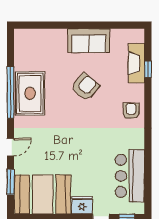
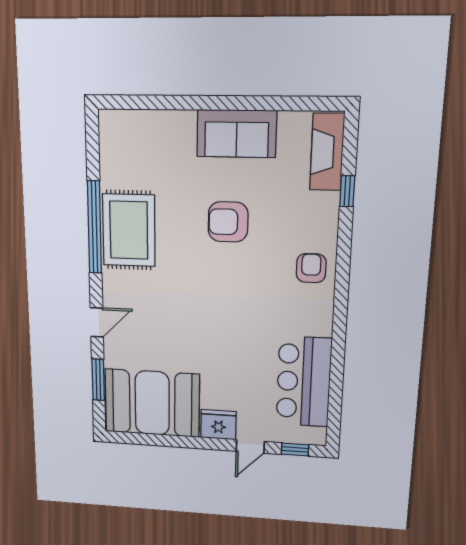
fireplace: (136, 63) -> (327, 152), moved
armchair: (85, 87) -> (228, 222), turned -129

